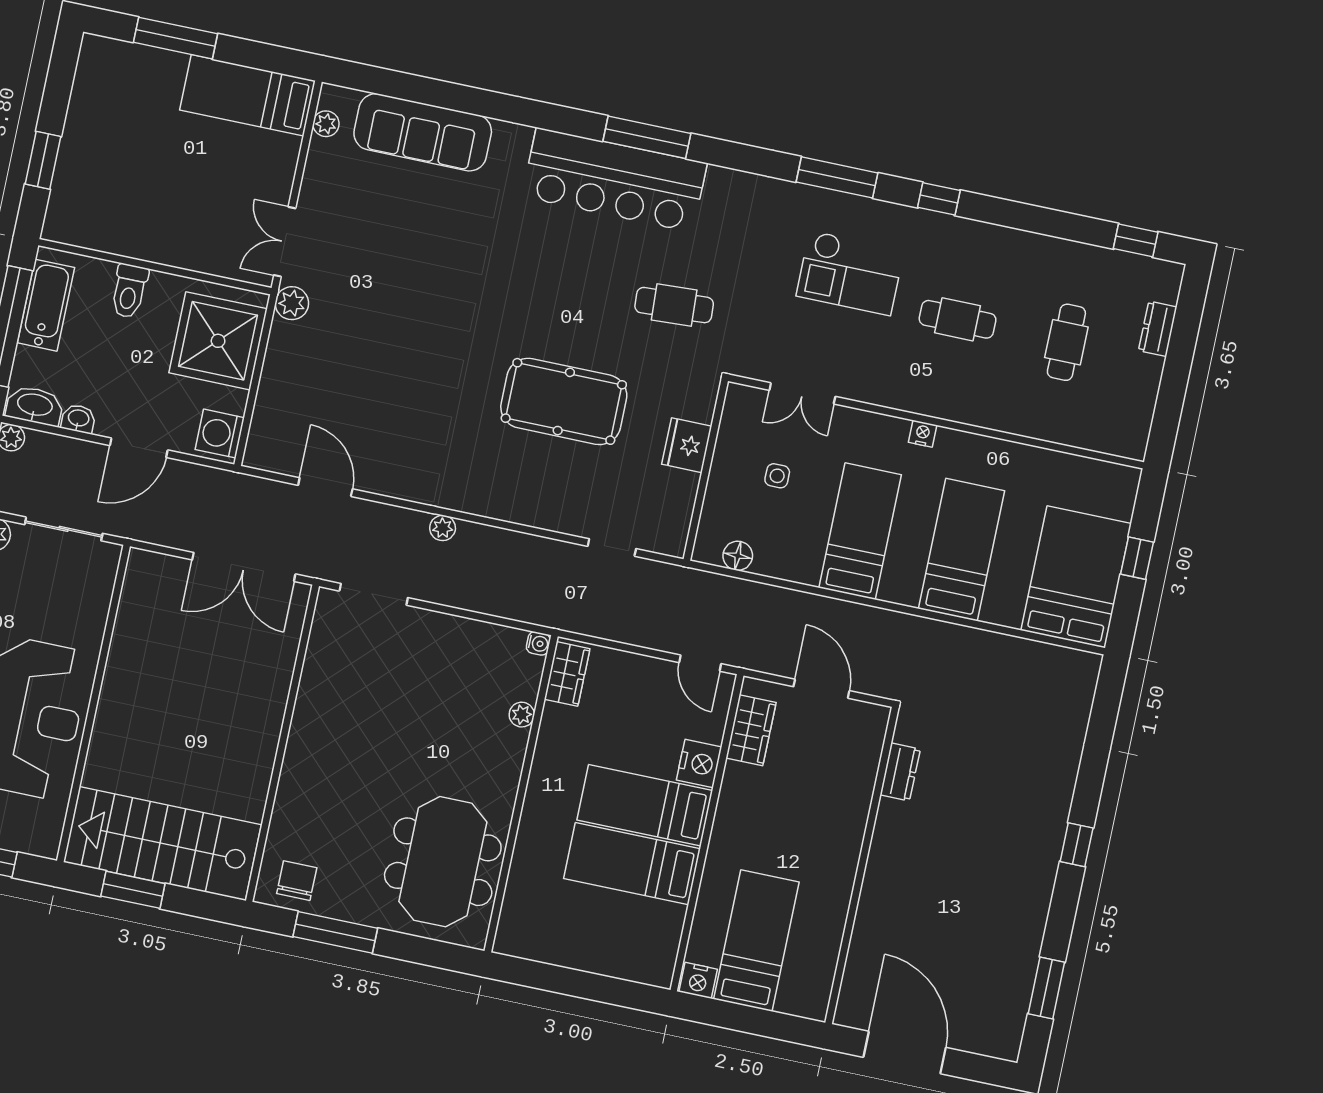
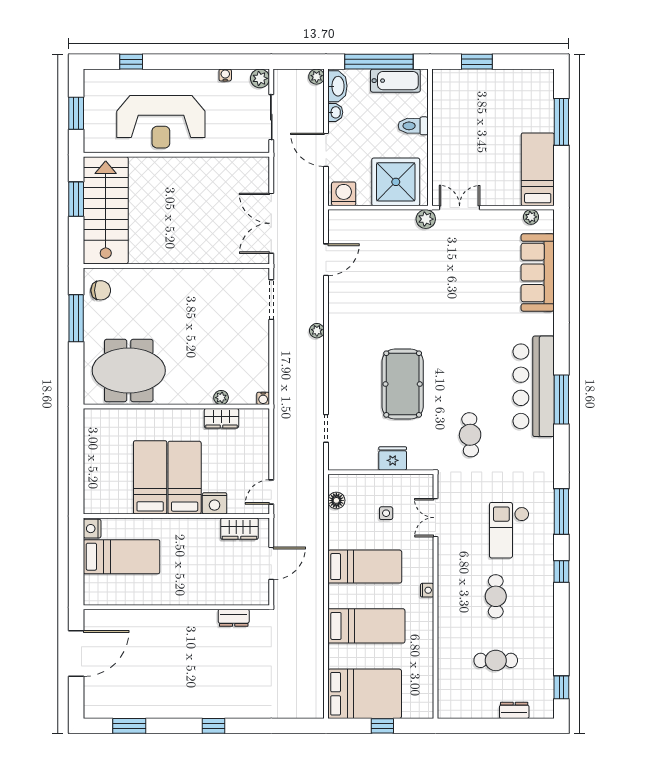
wardrobe: (567, 674) -> (221, 418), moved

